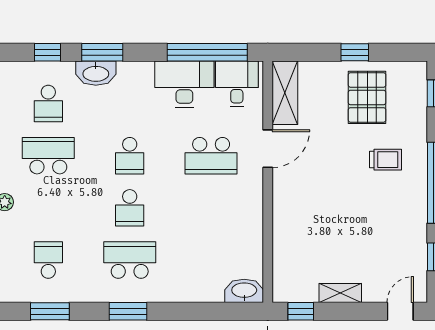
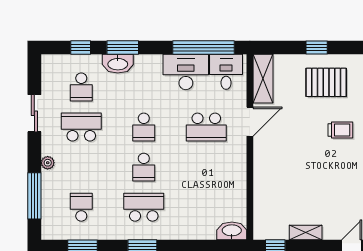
pallet: (367, 97) -> (326, 82), turned 90

